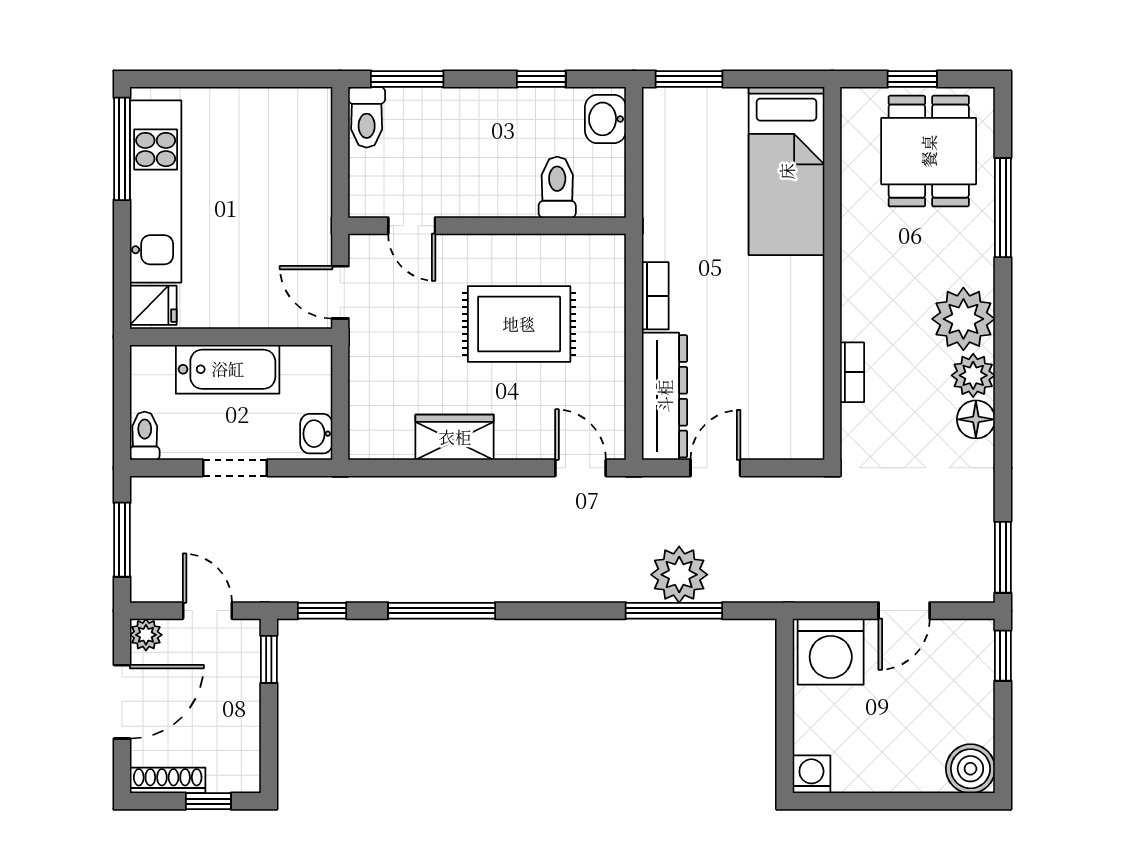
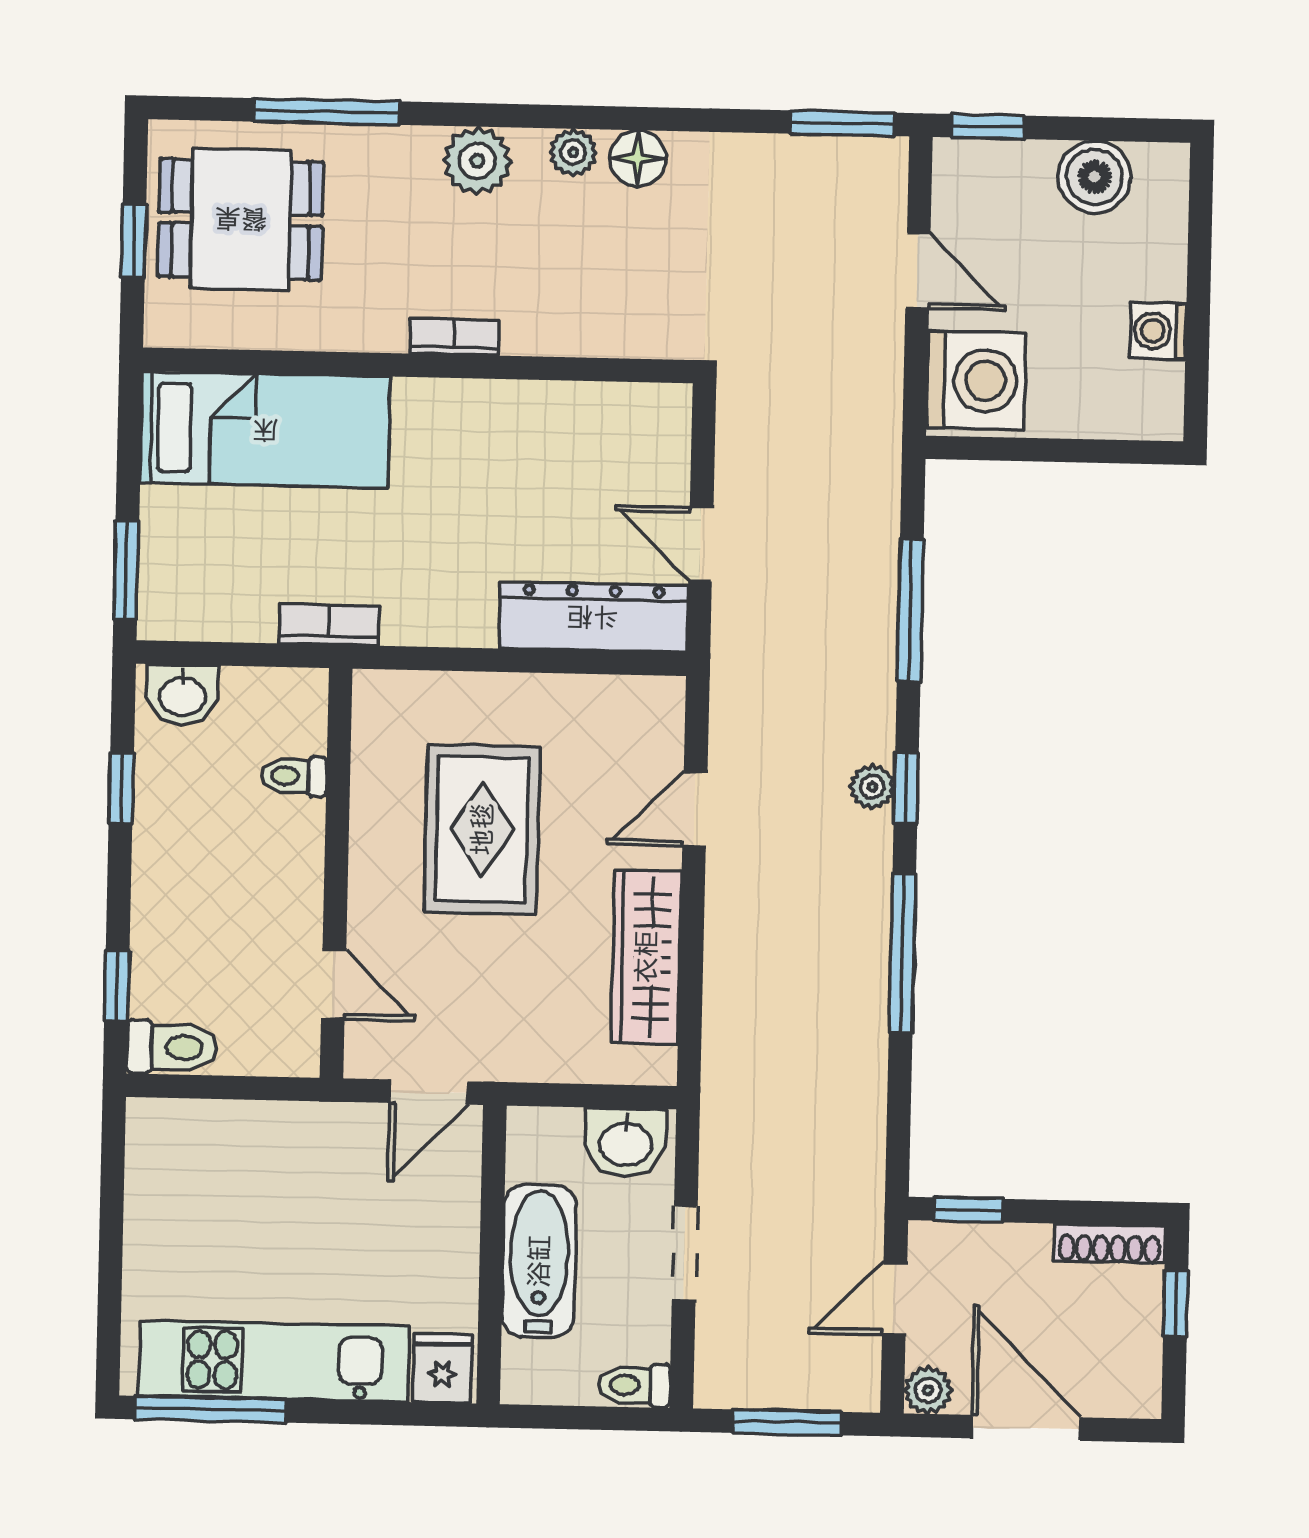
window: (407, 79) -> (117, 986), width x0.67
toilet: (557, 187) -> (294, 776), width x0.73, depth x0.72
door: (412, 226) -> (334, 984), hinge flipped
bookcase: (655, 296) -> (329, 625), moved
plant: (963, 319) -> (477, 161), width x0.73, depth x0.73
bookcase: (852, 372) -> (454, 337), moved
plant: (973, 375) -> (573, 152), width x0.73, depth x0.73
washbasin: (316, 434) -> (626, 1143), width x1.38, depth x1.45
wardrobe: (455, 437) -> (646, 957), width x1.50
door: (581, 468) -> (695, 809), moved
plant: (679, 575) -> (872, 787), moved, width x0.53, depth x0.53
window: (322, 611) -> (906, 788), moved
boiler: (970, 769) -> (1094, 177), moved
washing machine: (811, 774) -> (1158, 331), moved
shoe rack: (168, 780) -> (1110, 1244), moved, turned -90

